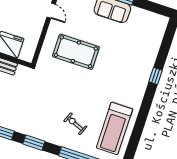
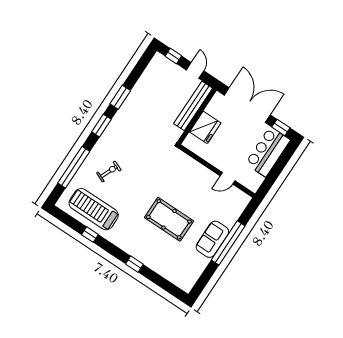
pool table: (76, 52) -> (169, 219), moved, turned 90
window: (139, 125) -> (90, 235), added

